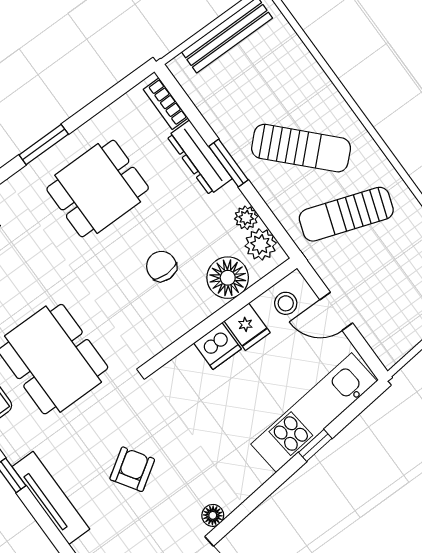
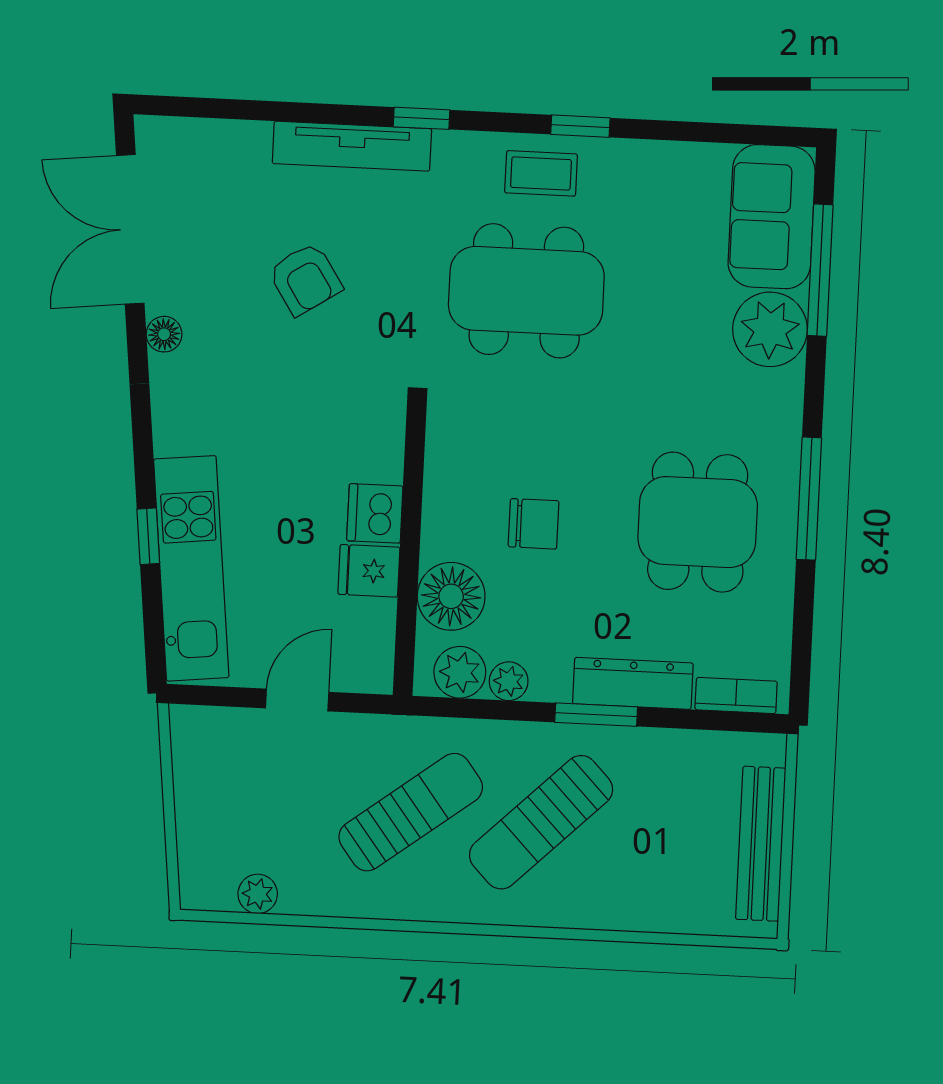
window: (44, 144) -> (809, 499), width x1.44
sun lounger: (346, 214) -> (411, 812), turned 34
stool: (286, 303) -> (359, 644), removed

